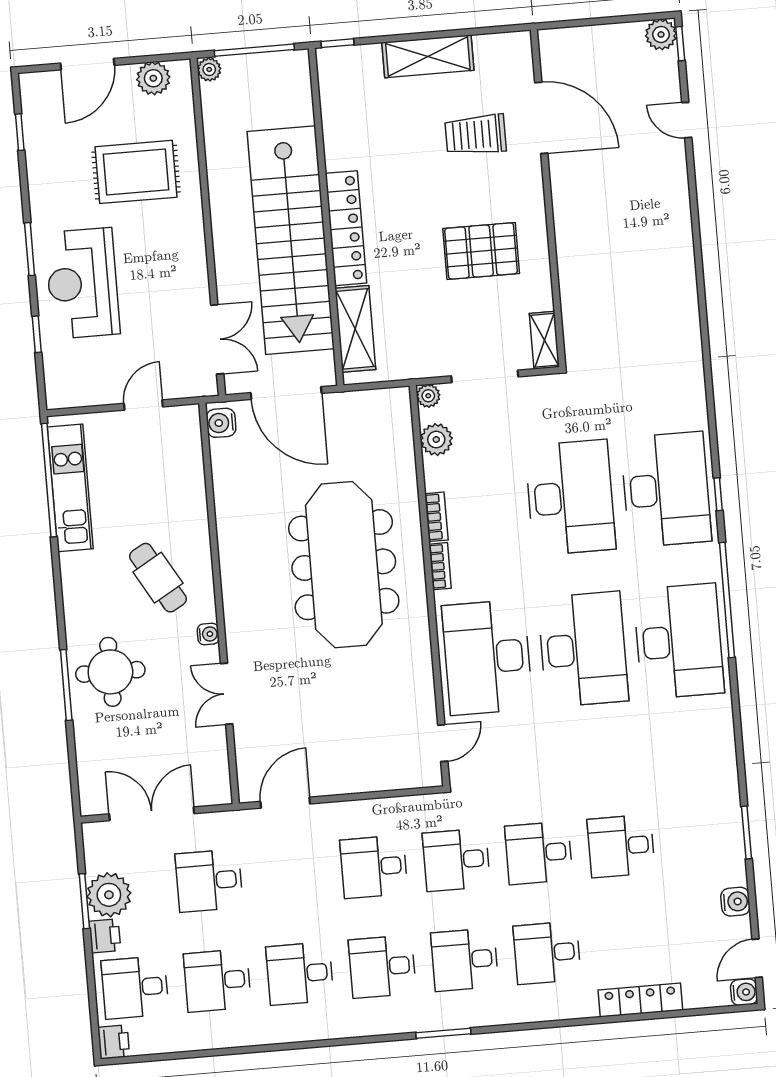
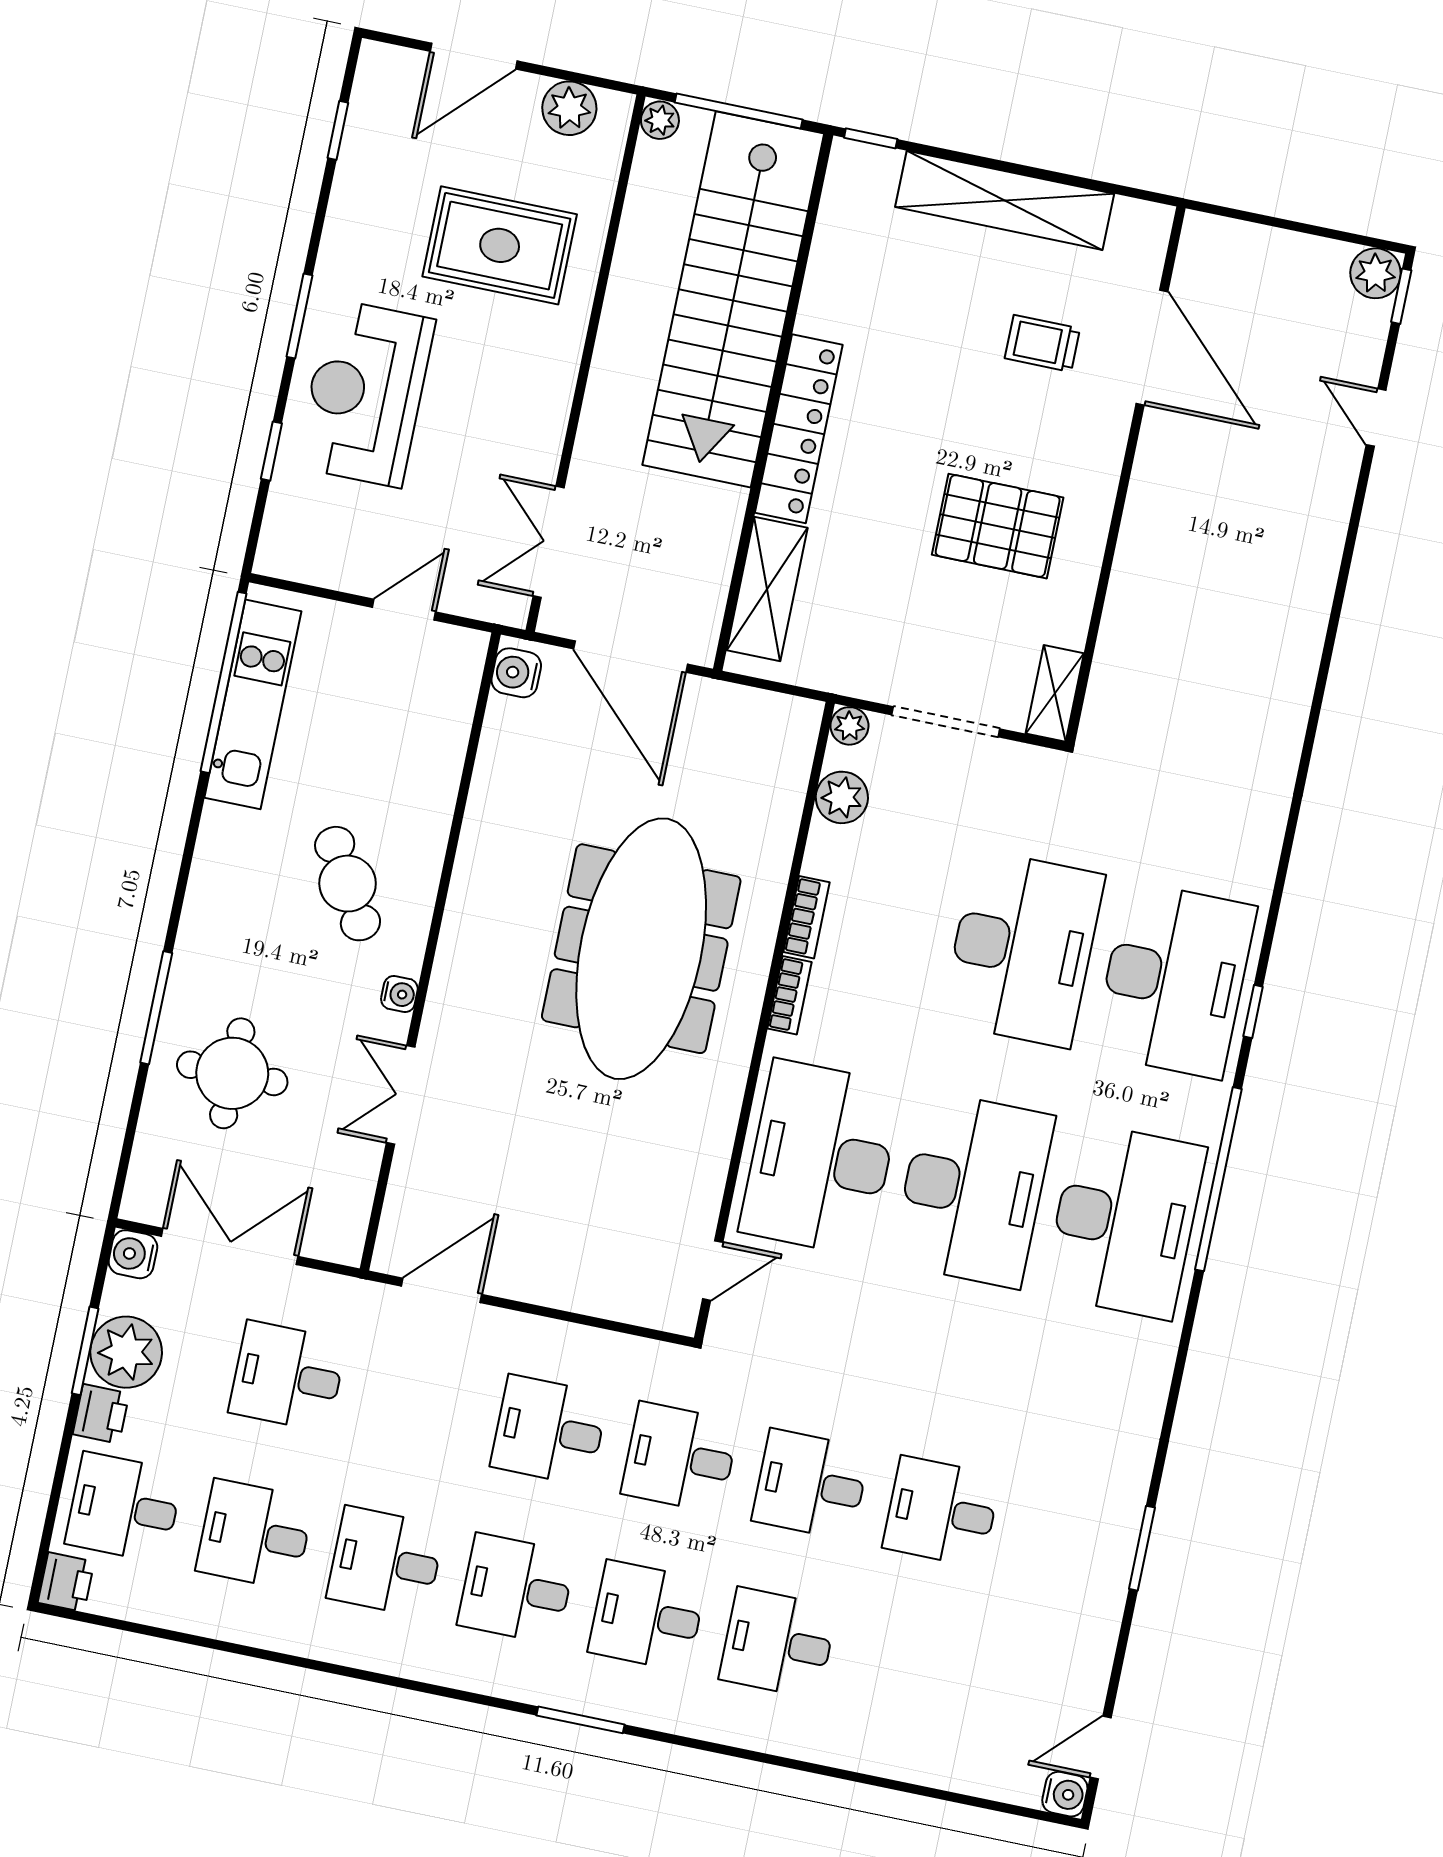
shelving: (428, 56) -> (1005, 200), width x1.47
trolley: (476, 135) -> (1042, 343), width x0.73, depth x0.72
stairs: (291, 240) -> (733, 299), moved
double door: (217, 339) -> (549, 542), swing flipped
round table: (110, 672) -> (232, 1073), moved
water cooler: (735, 902) -> (133, 1254), moved, turned 180
locker: (640, 1000) -> (901, 1759), removed

